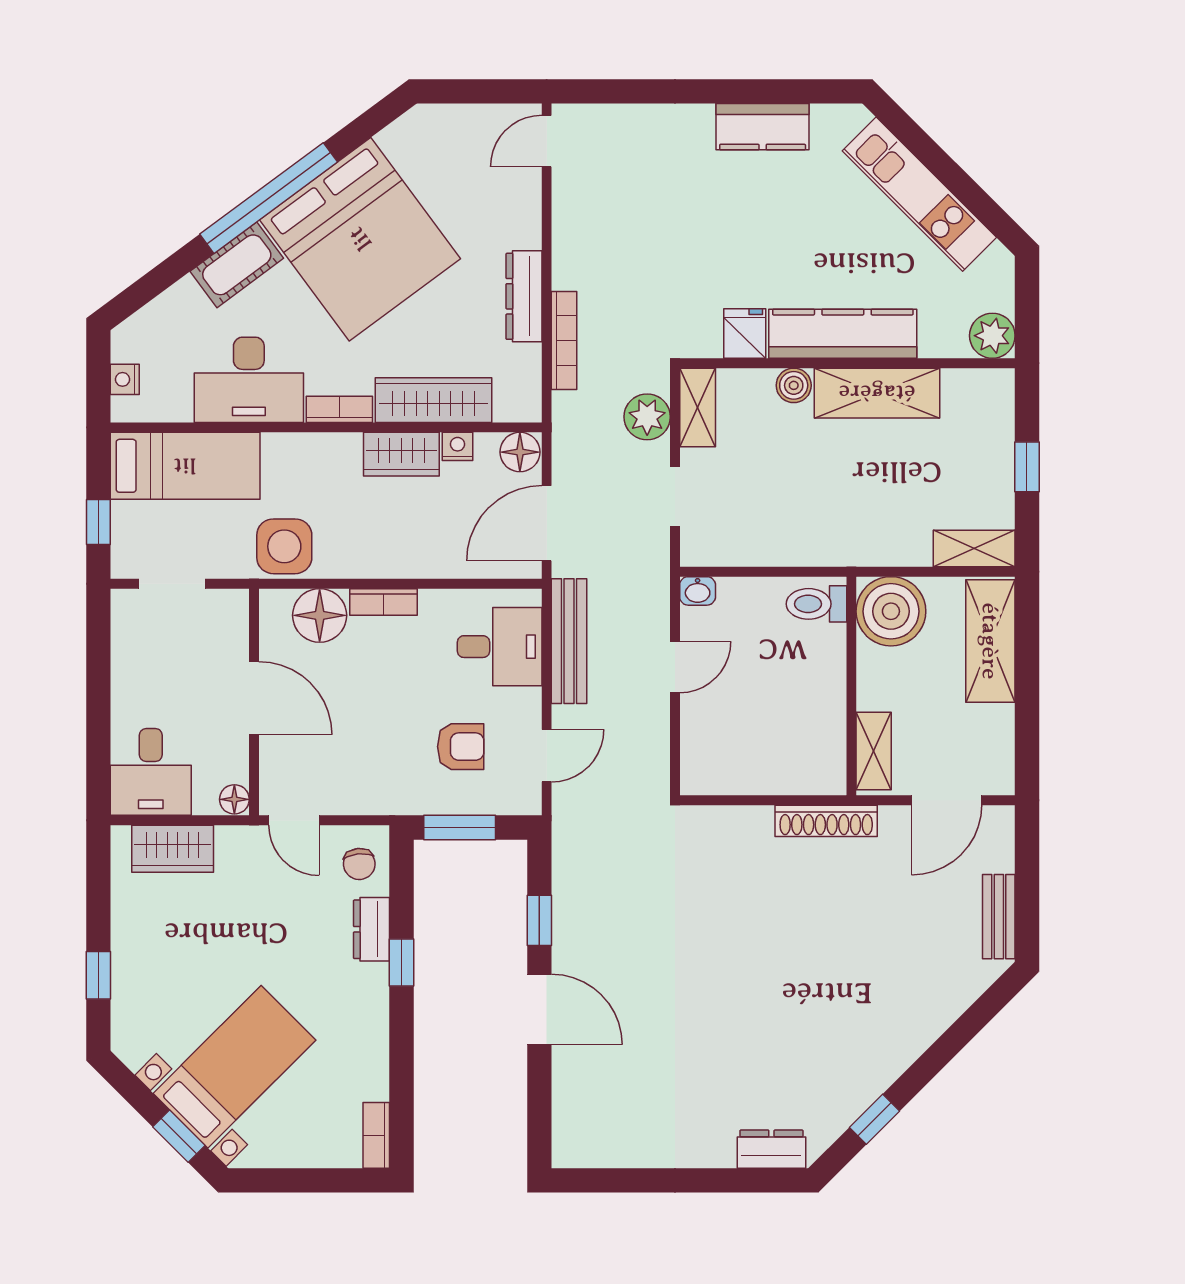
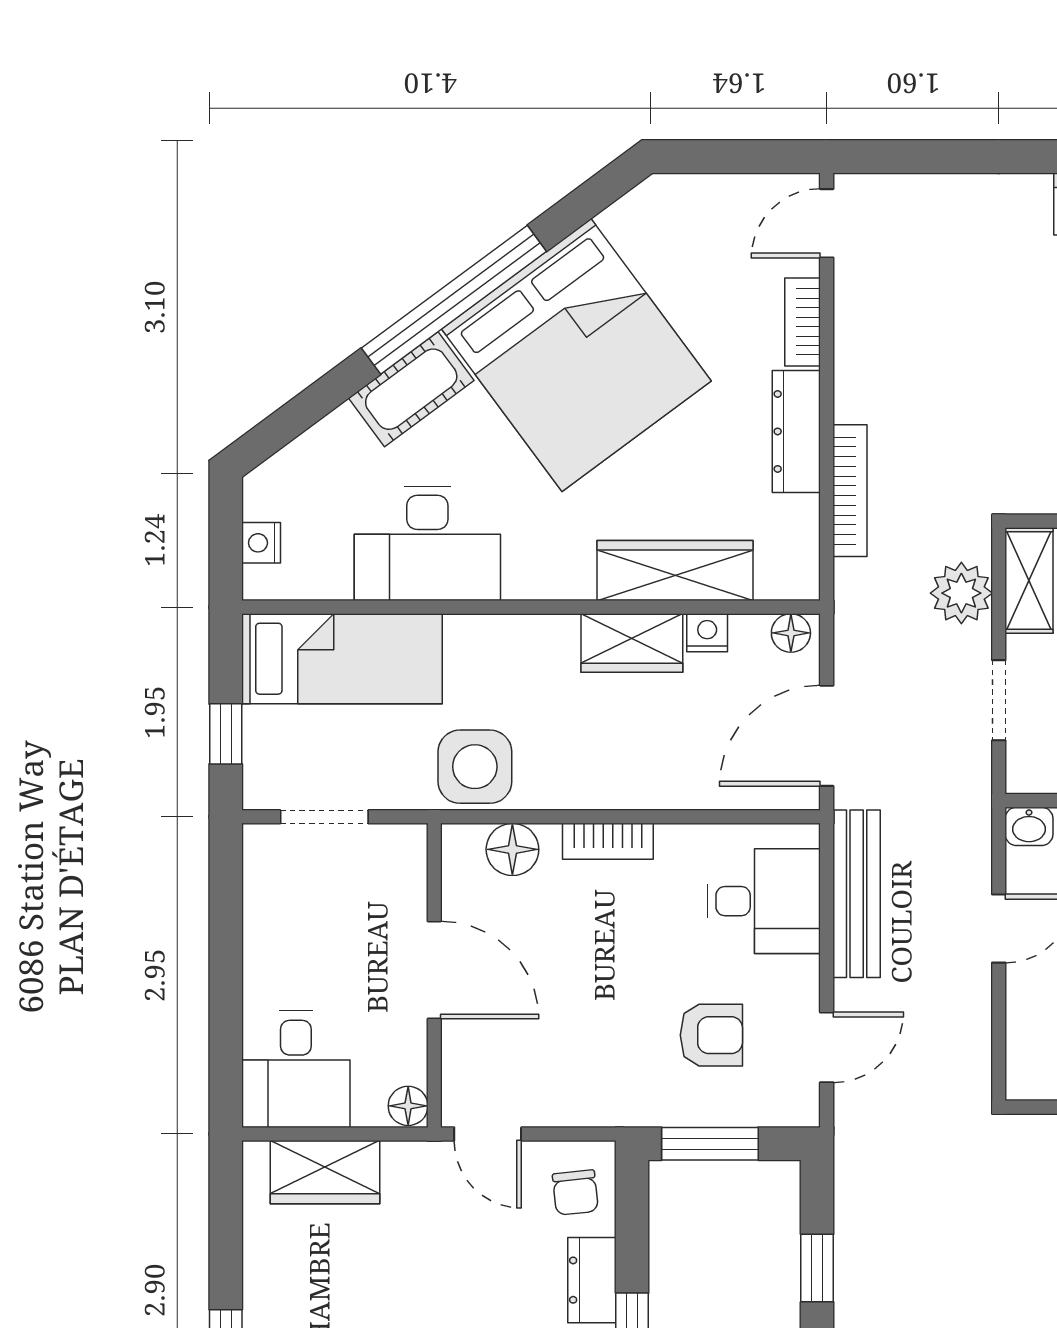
bookcase: (339, 409) -> (803, 322), moved, turned -90
floor lamp: (520, 452) -> (791, 633), width x0.73, depth x0.73
floor lamp: (320, 615) -> (512, 849), width x0.73, depth x0.73

